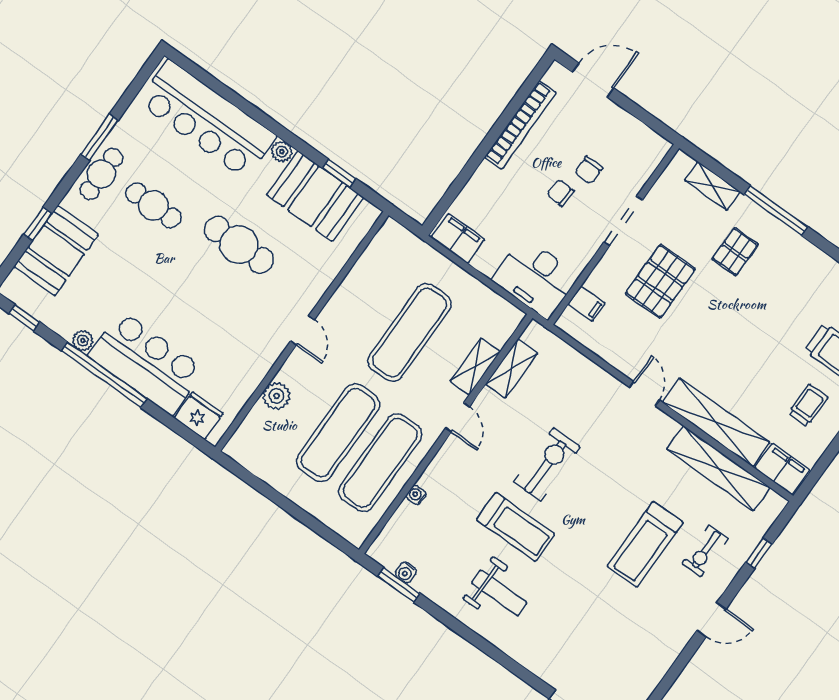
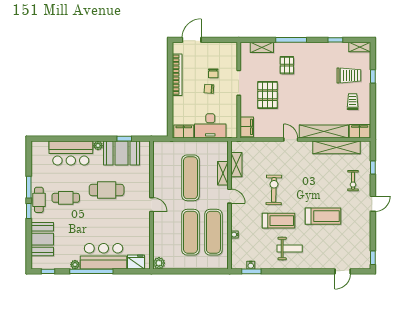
bar counter: (207, 119) -> (71, 153), width x0.73
window: (38, 224) -> (29, 211), moved
desk: (535, 278) -> (210, 126), moved
filing cabinet: (587, 304) -> (247, 127), width x2.00
plant: (276, 396) -> (159, 263), moved
treadmill: (645, 544) -> (323, 216), moved, turned -90

